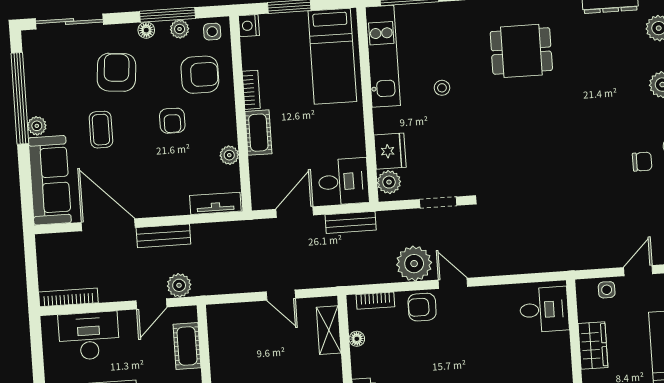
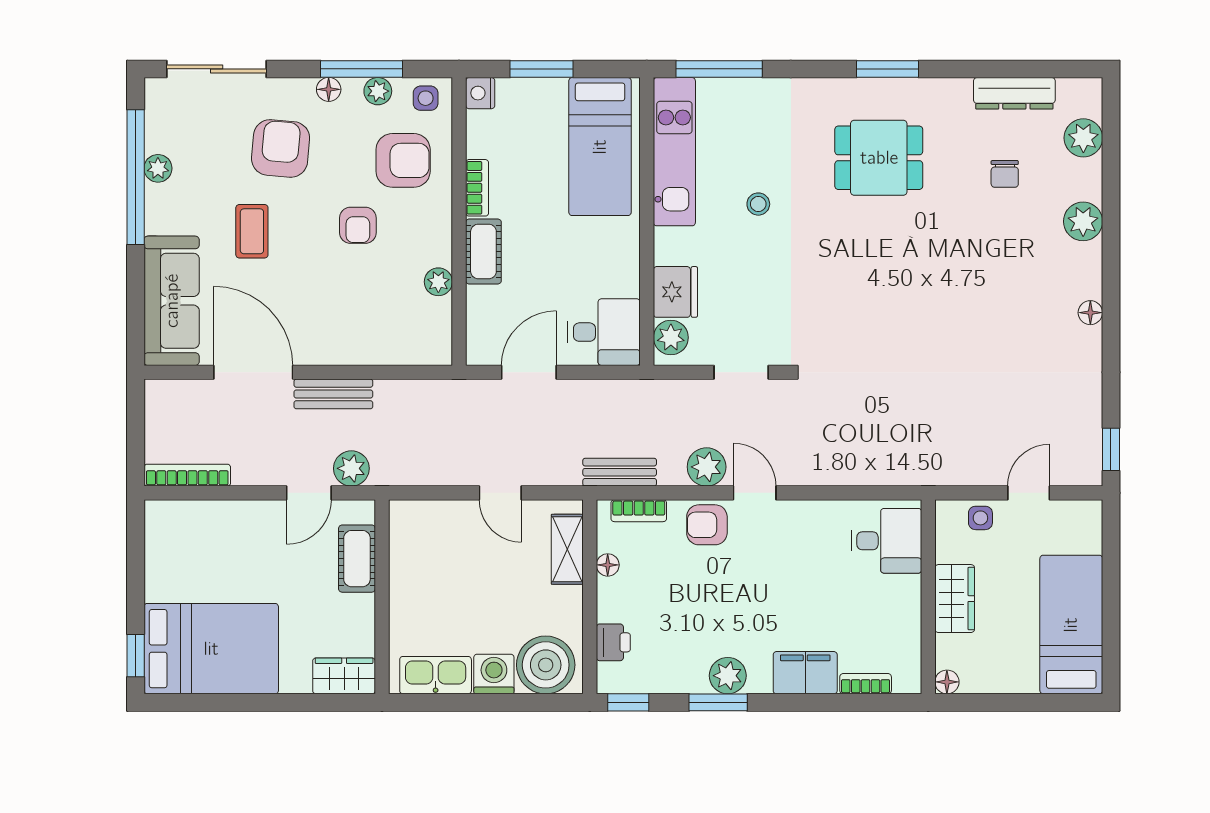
plant: (37, 126) -> (158, 168), moved
chair: (642, 162) -> (1005, 174), moved, turned 90
tv unit: (215, 203) -> (413, 351), removed
bench: (351, 222) -> (620, 472), moved
plant: (414, 264) -> (707, 467), width x0.73, depth x0.73
desk: (89, 336) -> (213, 534), removed

